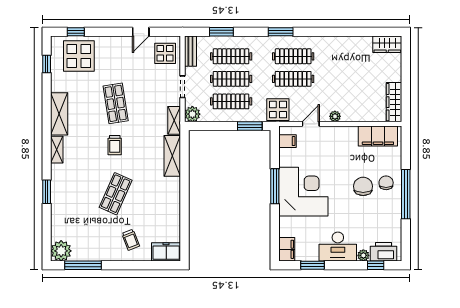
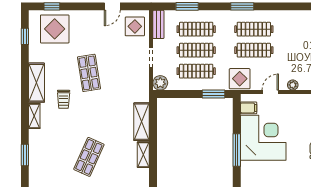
shelving: (174, 120) -> (143, 155), moved
trolley: (115, 145) -> (64, 99), moved
corner desk: (303, 192) -> (263, 138), moved

